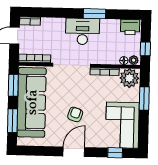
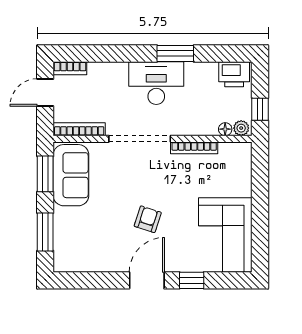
plant: (129, 78) -> (235, 158), removed
window: (144, 99) -> (260, 190), removed
sofa: (32, 102) -> (71, 175), width x0.54, depth x0.79
window: (115, 153) -> (192, 280), moved

